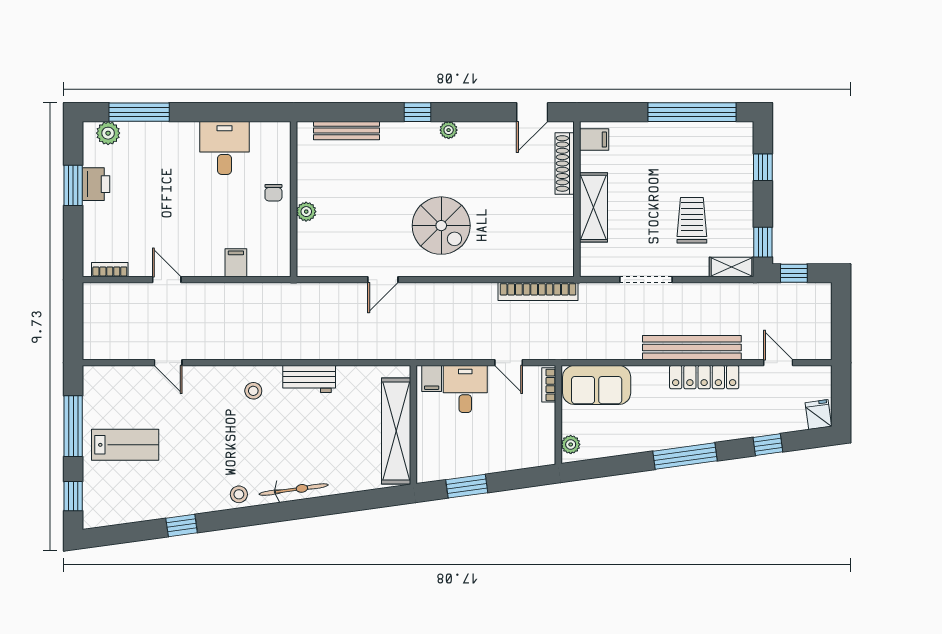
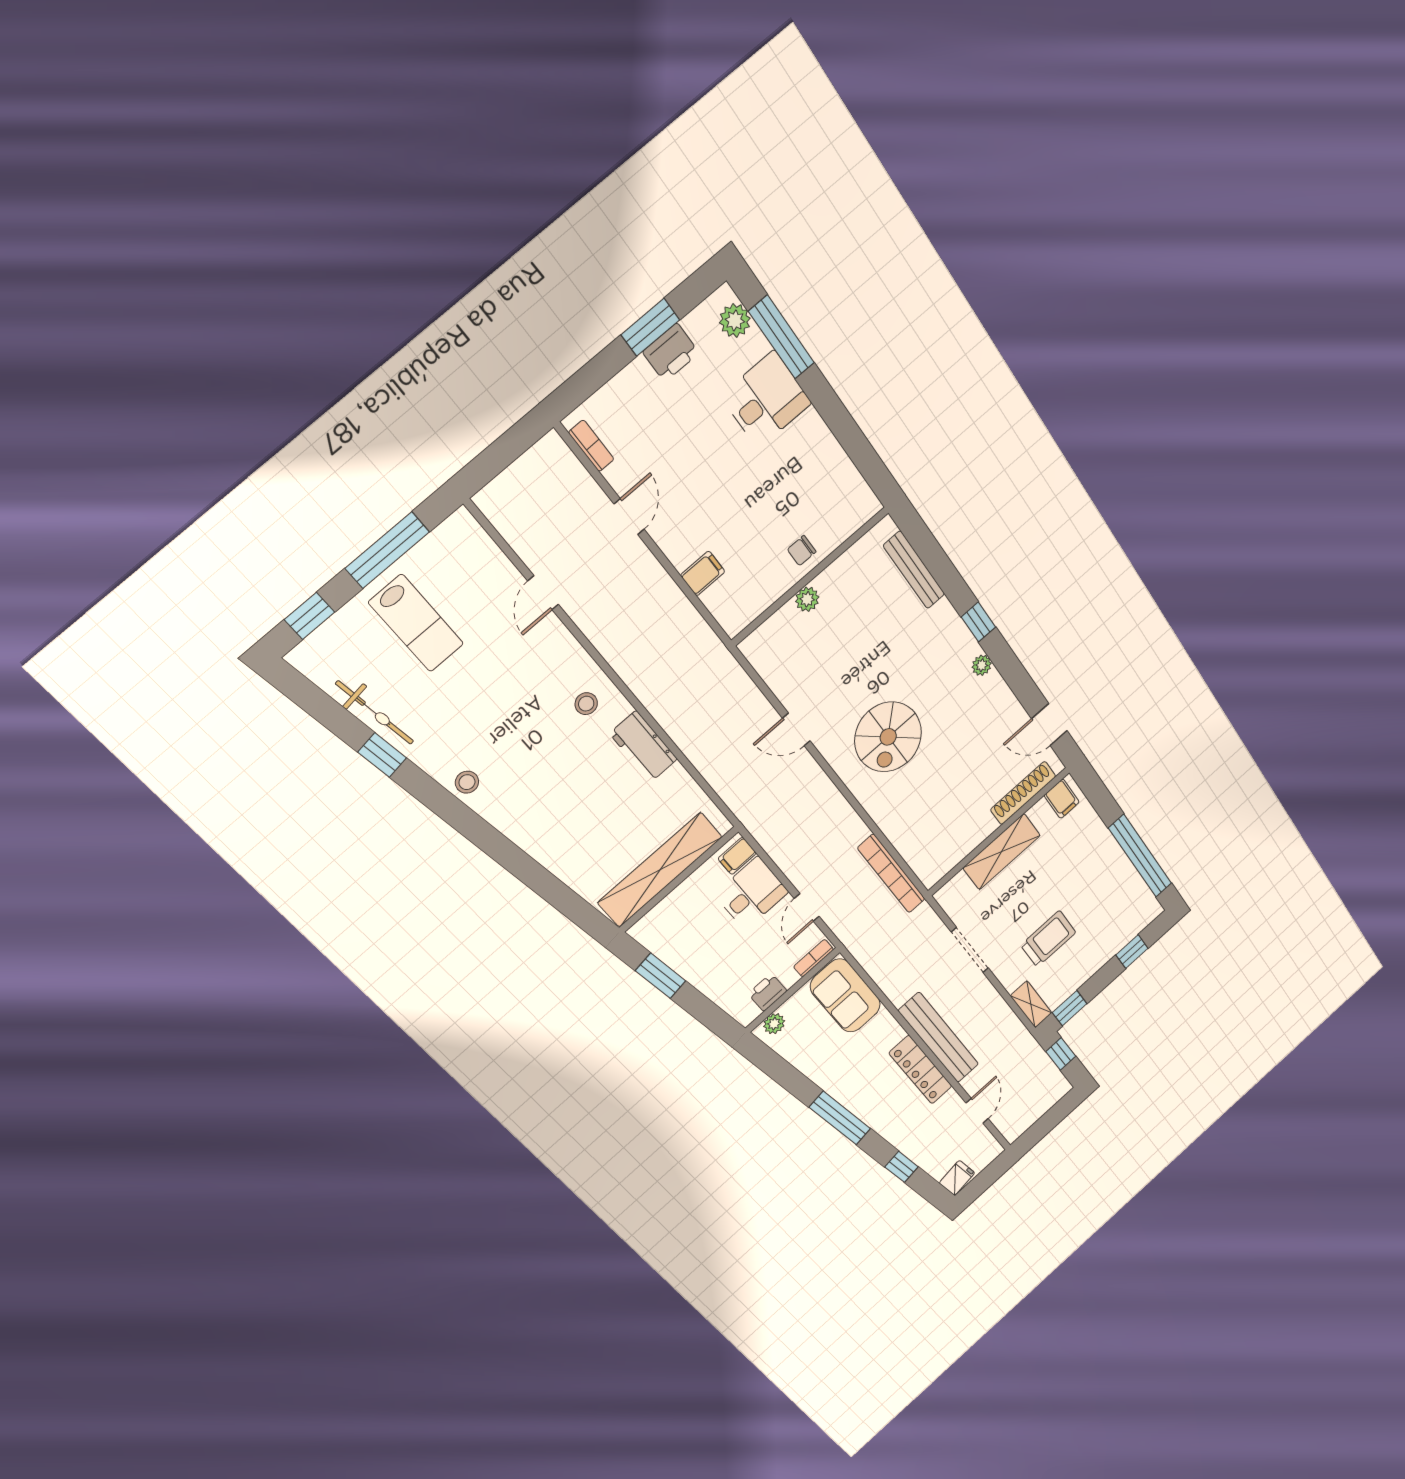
desk: (225, 148) -> (766, 400), moved
printer: (544, 432) -> (768, 992), added
bicycle: (294, 490) -> (375, 713), moved

